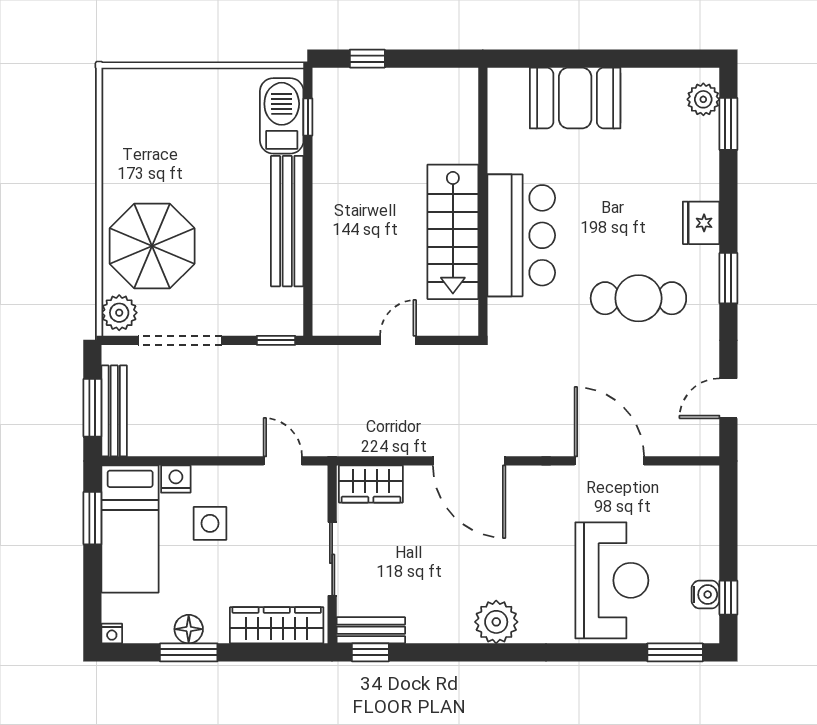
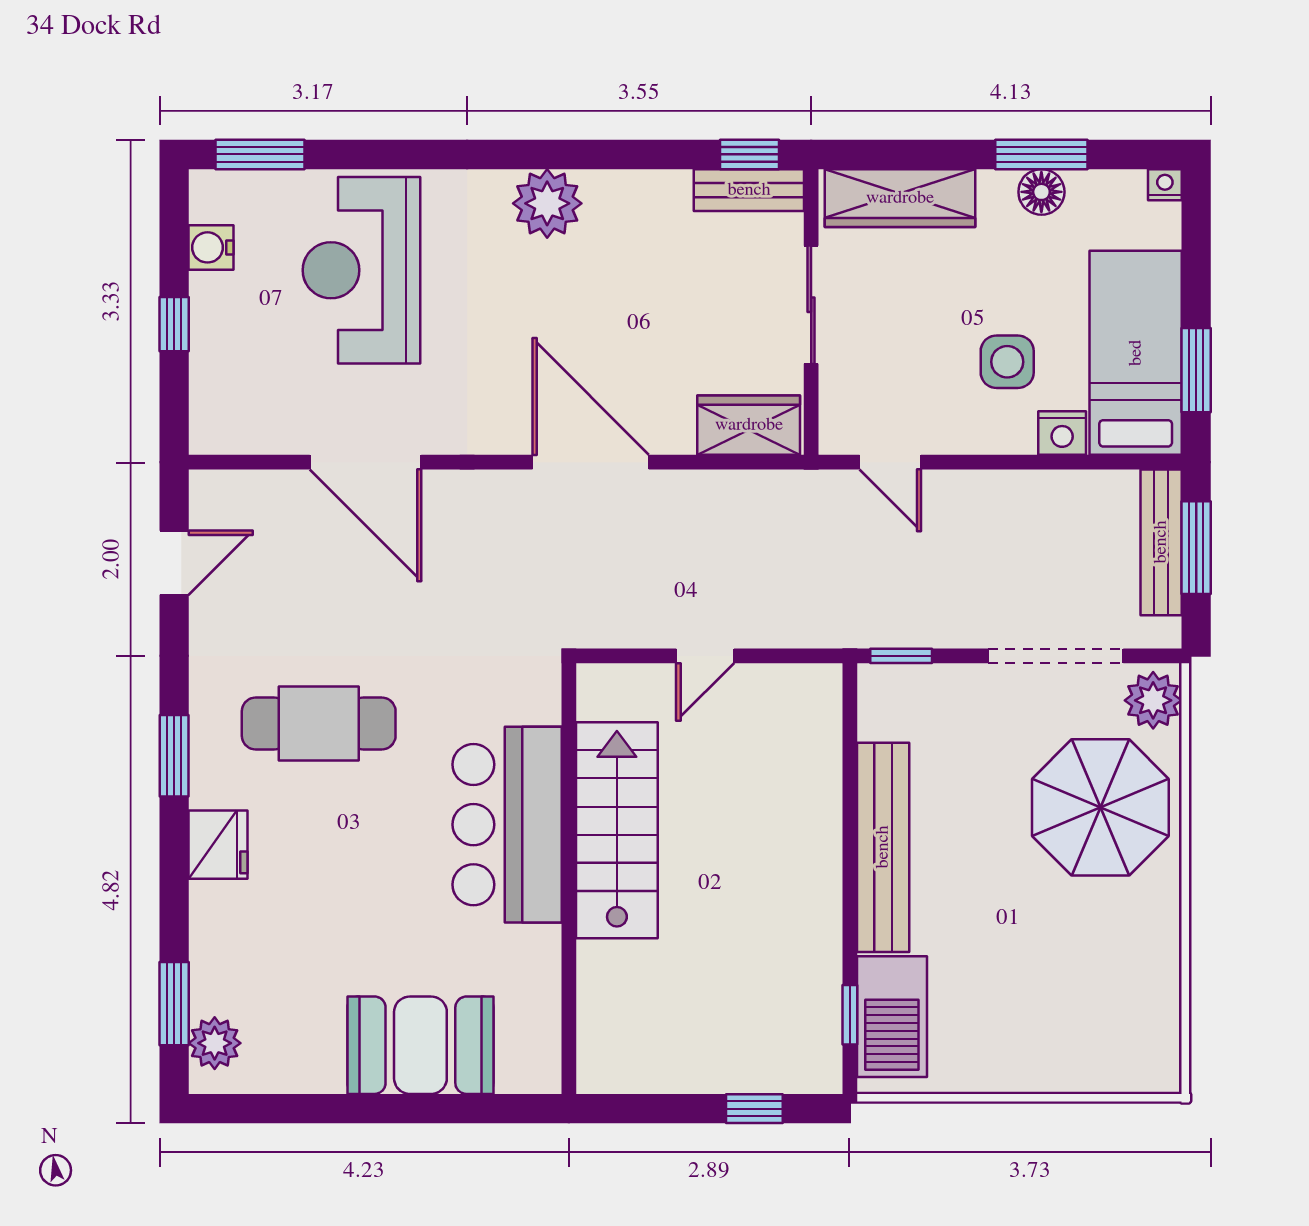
window: (728, 598) -> (174, 324), moved

